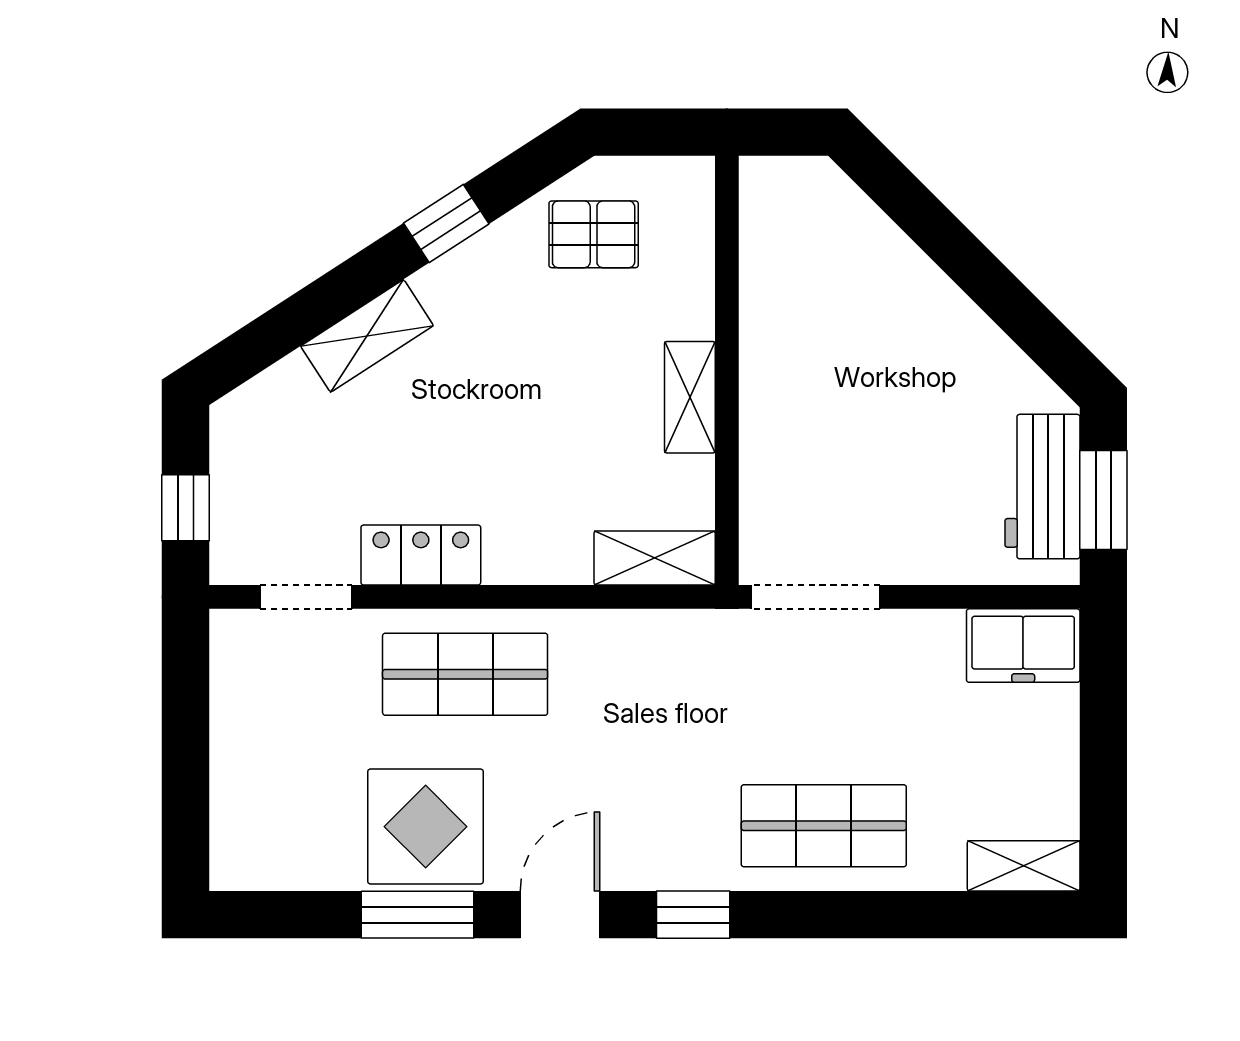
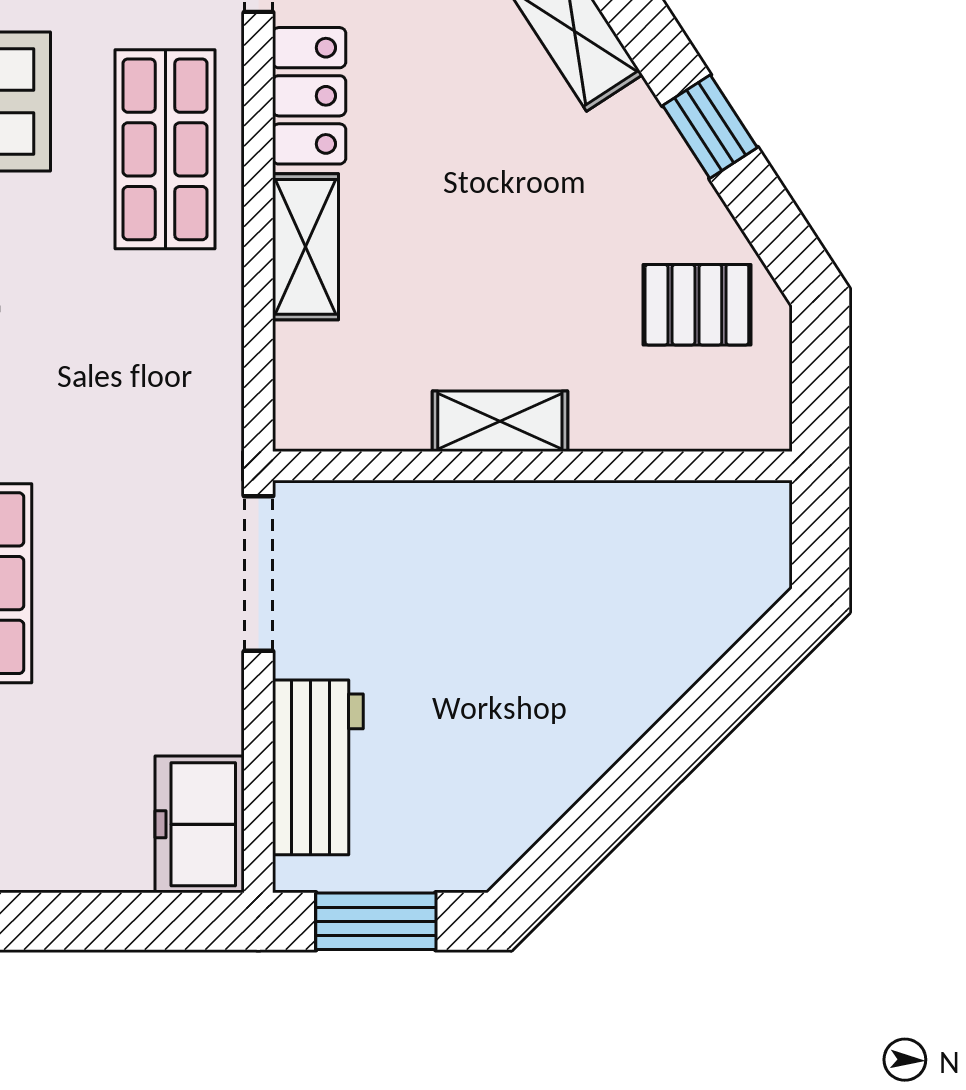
pallet: (594, 234) -> (697, 305), turned 90
workbench: (1042, 487) -> (318, 767), moved, turned 90
shelving: (655, 558) -> (306, 247), moved

